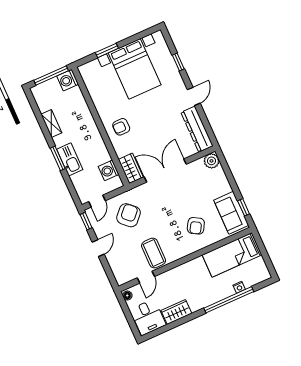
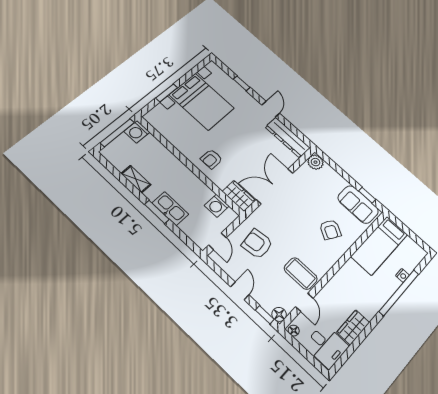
armchair: (129, 215) -> (257, 244), turned -50
window: (86, 221) -> (265, 315), moved
floor lamp: (121, 279) -> (279, 314), added

